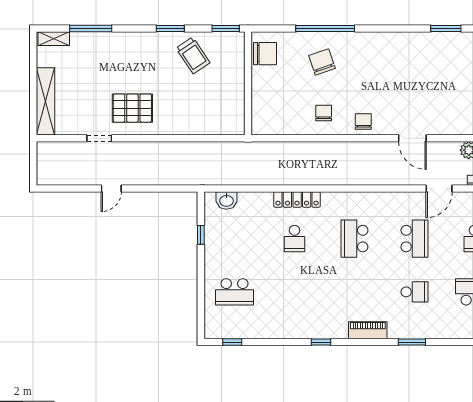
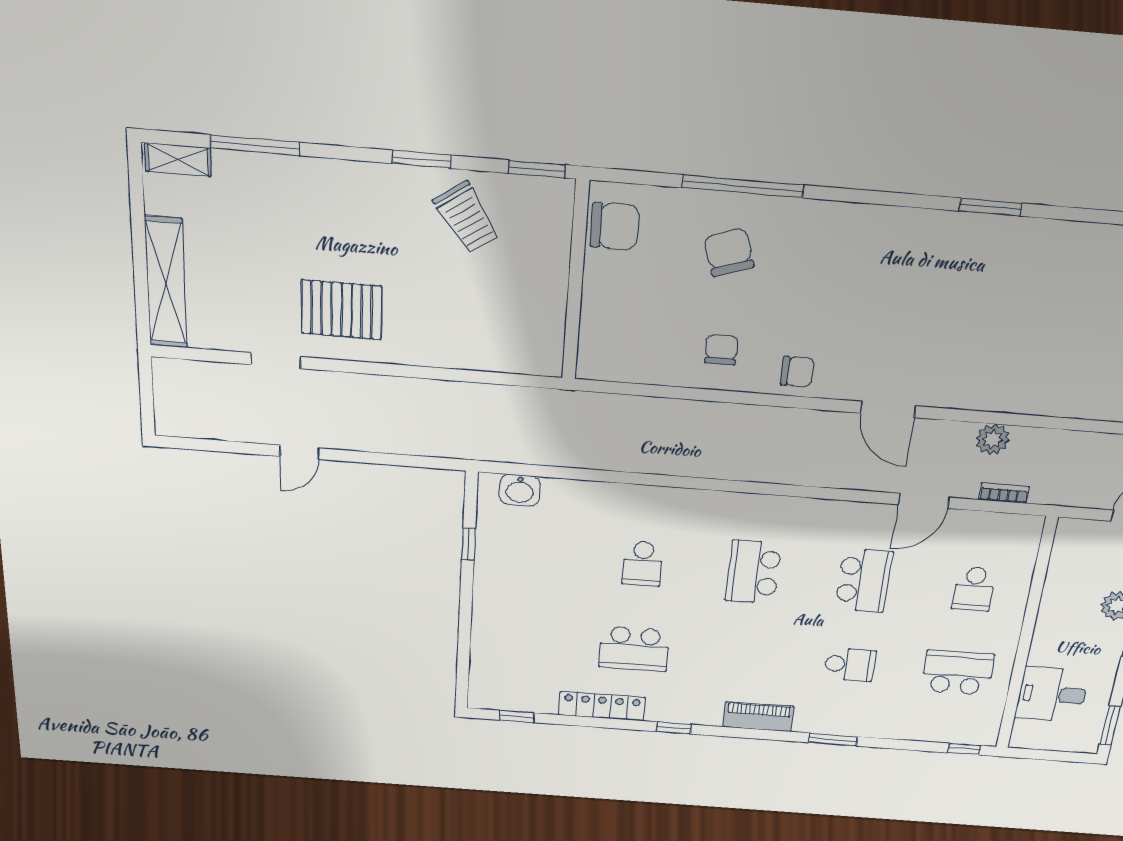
chair: (363, 122) -> (797, 372), turned 90
locker: (297, 199) -> (602, 706), moved, turned 180
school desk: (235, 292) -> (634, 649), moved

